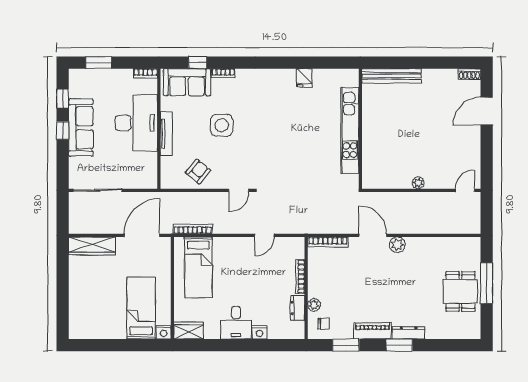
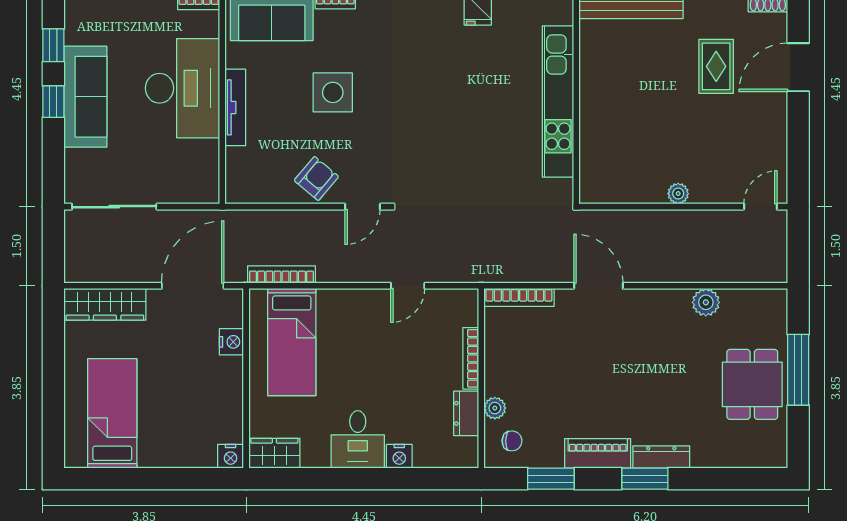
rug: (440, 110) -> (716, 66), added
armchair: (198, 171) -> (316, 178), moved
plant: (397, 245) -> (706, 302), moved
nightstand: (164, 267) -> (231, 342), added
bed: (141, 308) -> (112, 413), moved

